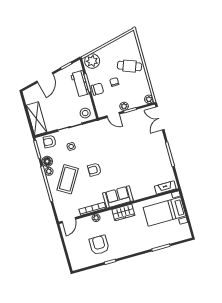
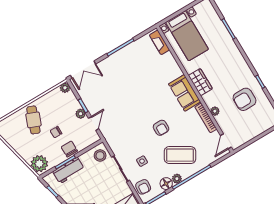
door: (69, 220) -> (226, 141), swing flipped

